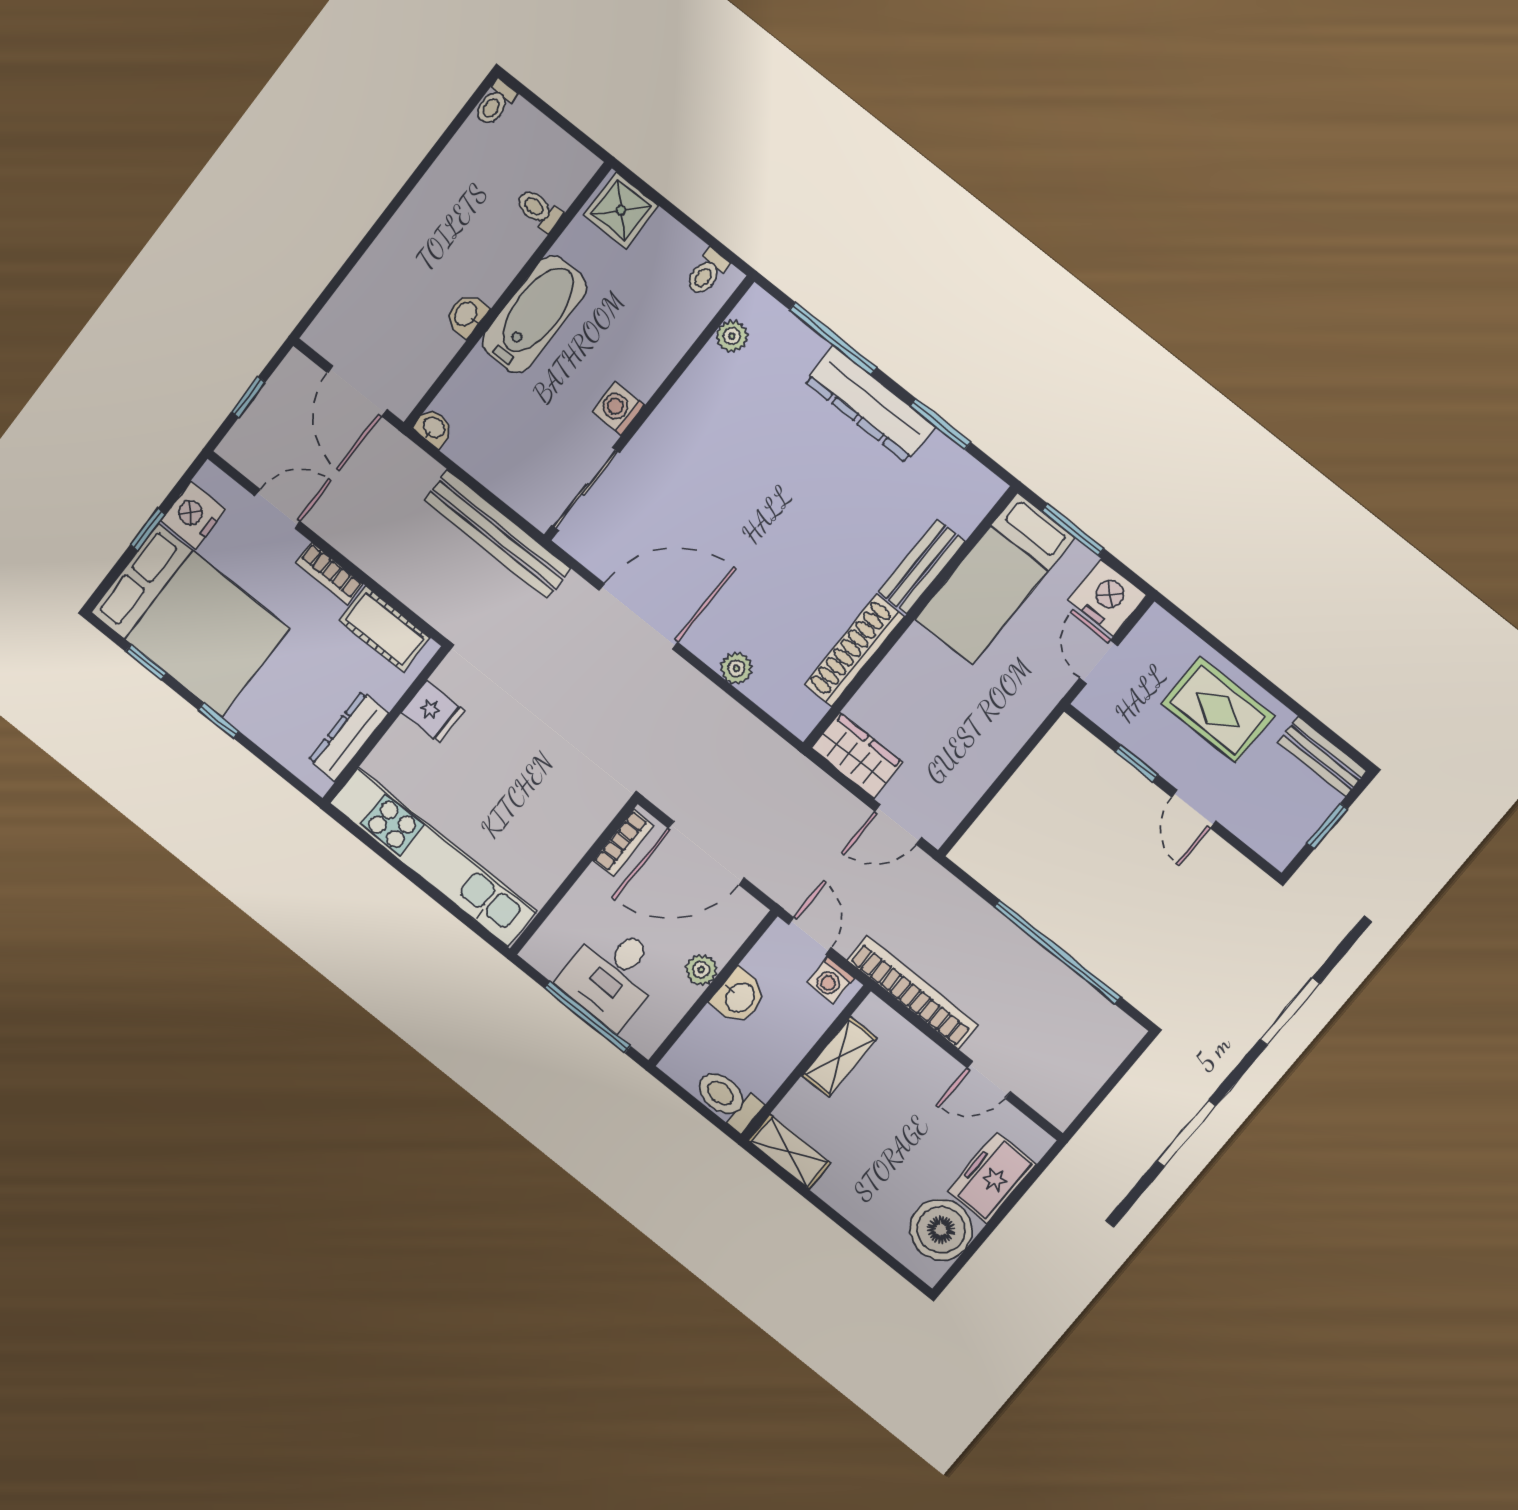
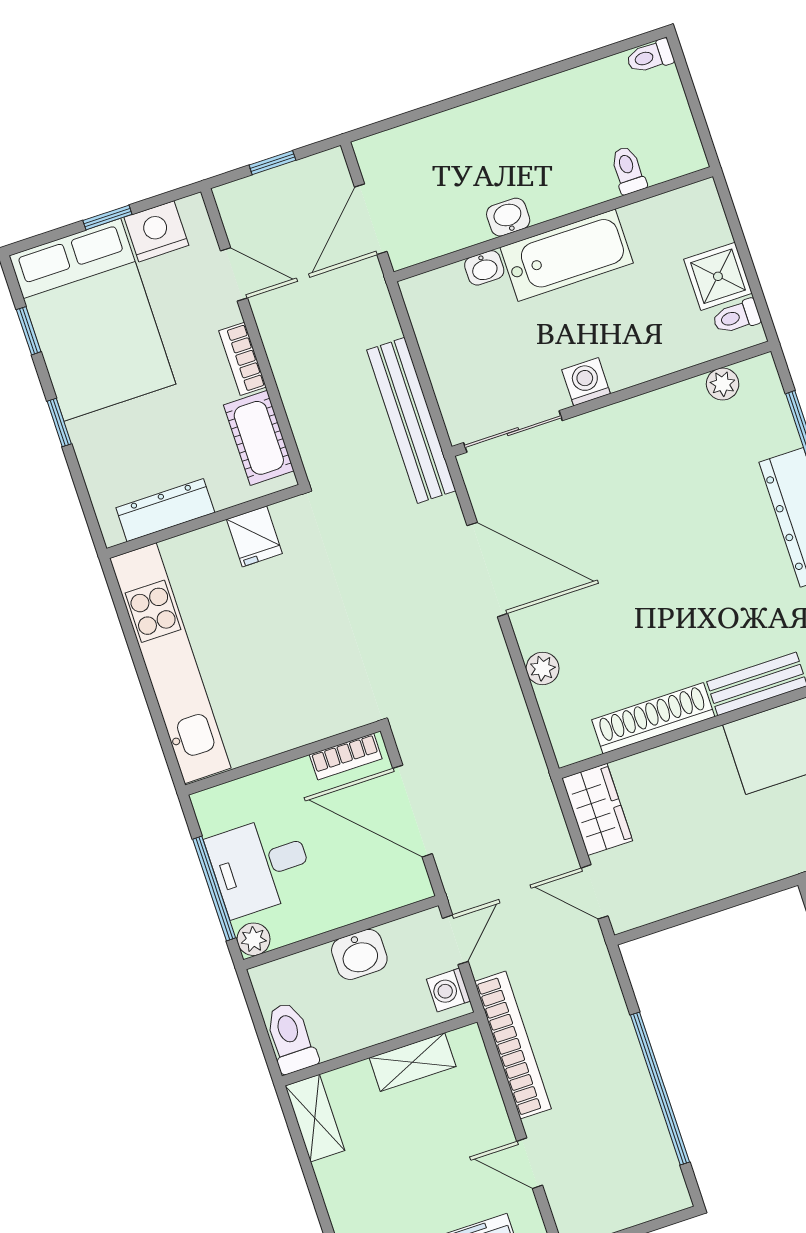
shower: (621, 210) -> (718, 276), moved
washbasin: (434, 428) -> (484, 268), moved, turned 90
plant: (701, 970) -> (254, 939), moved

